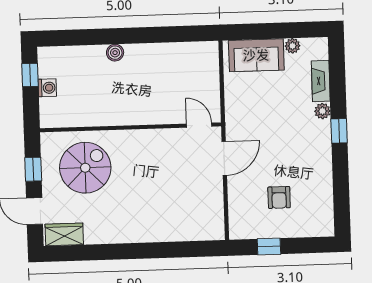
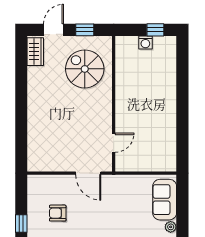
boiler: (115, 53) -> (170, 94), removed
door: (199, 125) -> (114, 143), moved
spiral stairs: (85, 168) -> (85, 69), turned 180
window: (269, 246) -> (21, 223), moved

